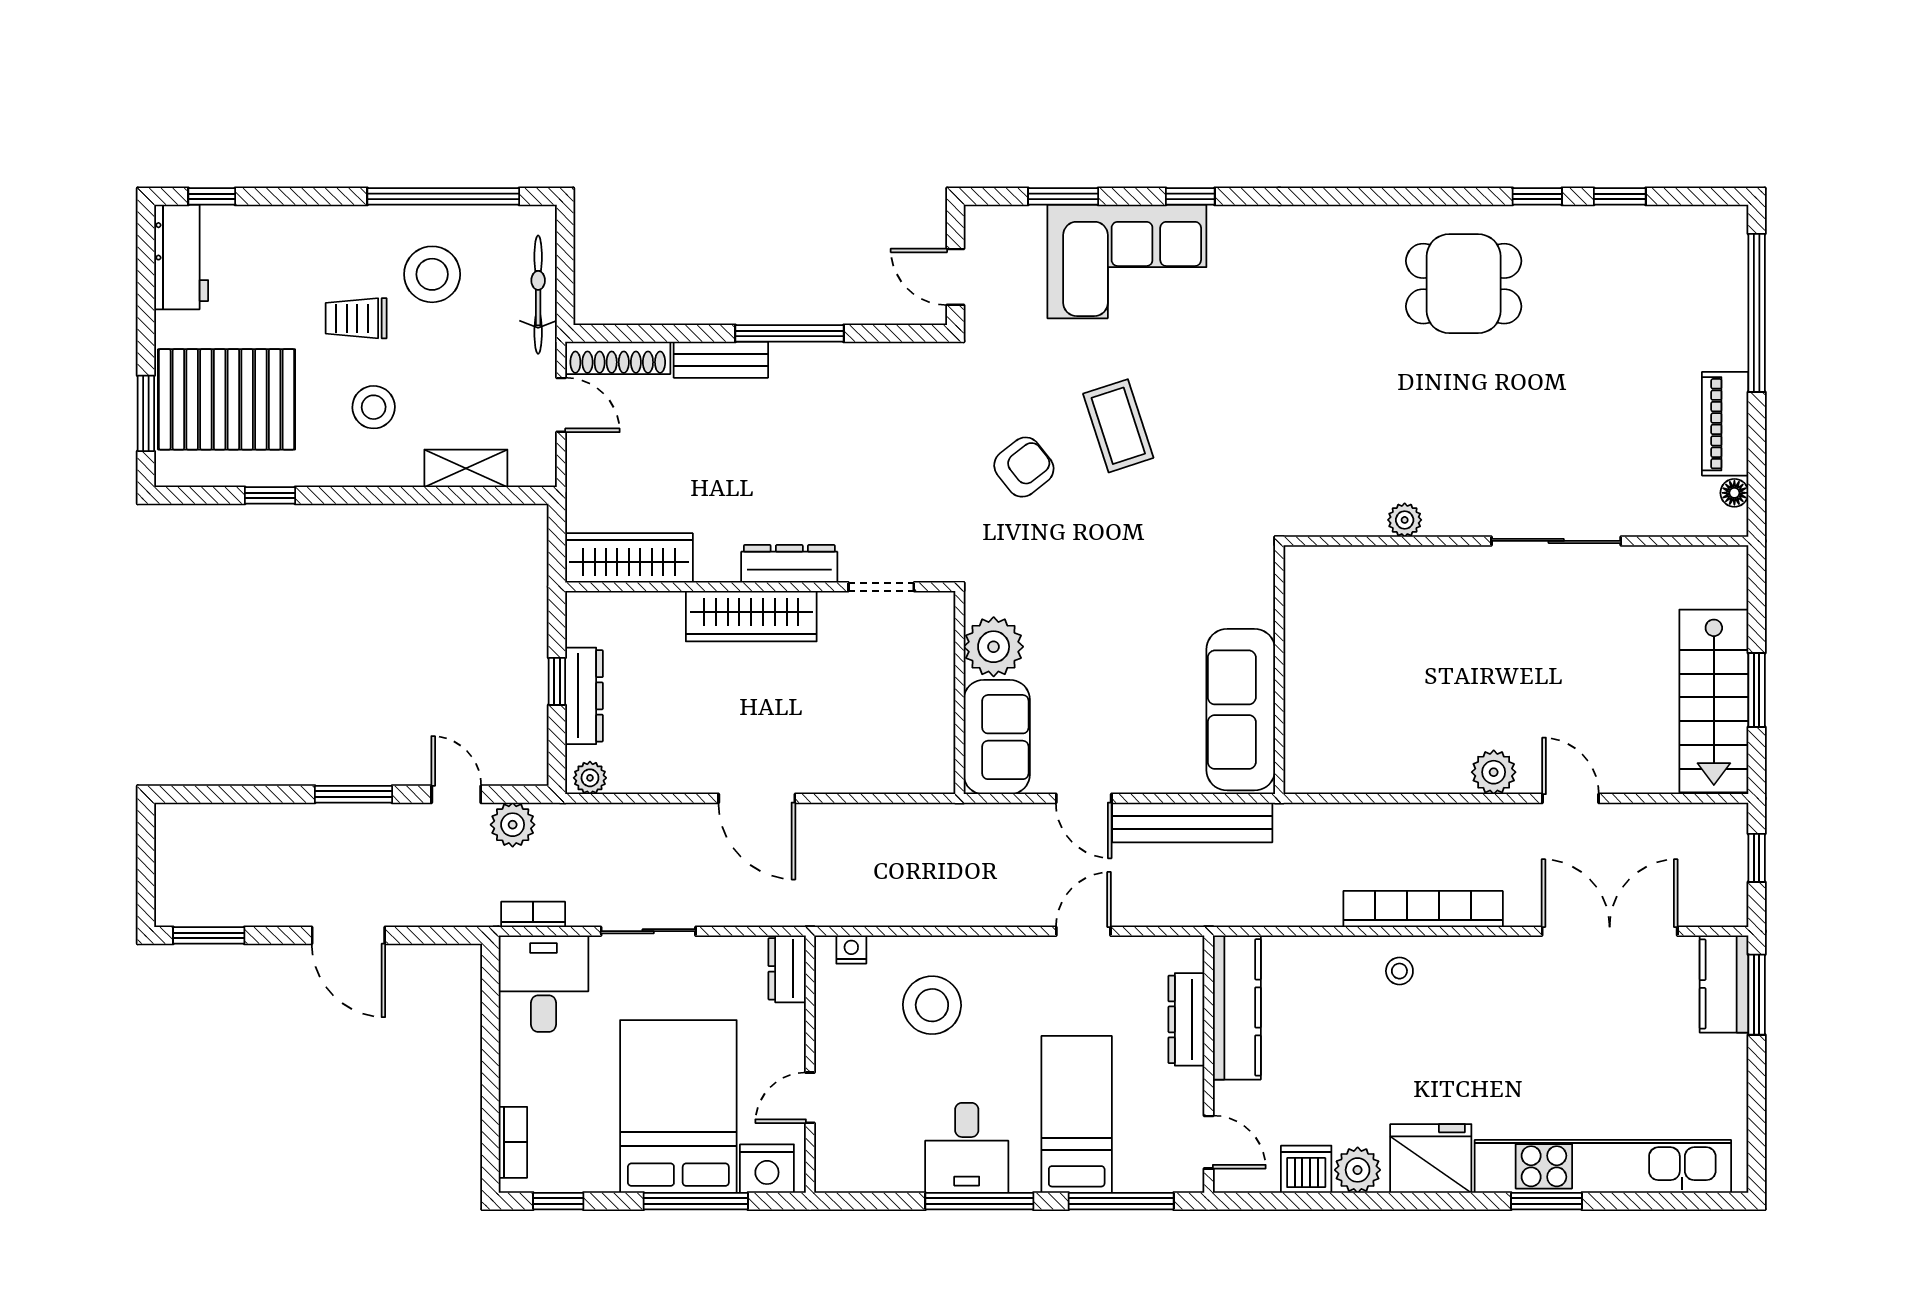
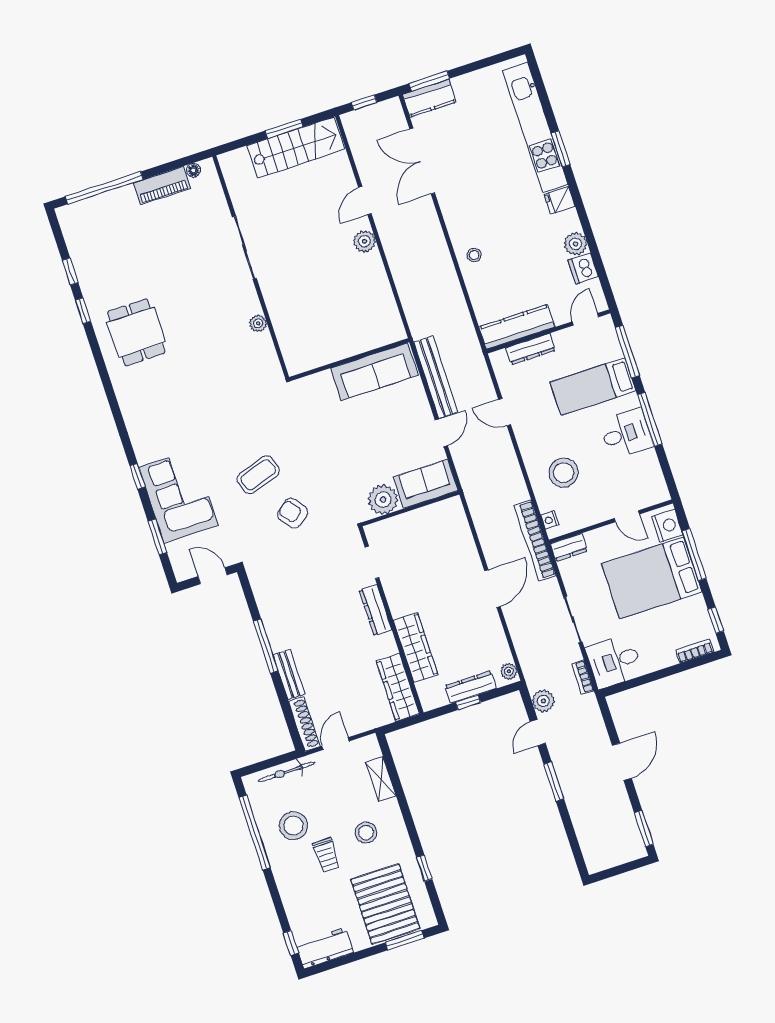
door: (955, 277) -> (213, 576), swing flipped
wardrobe: (751, 616) -> (416, 647), moved
bookcase: (1423, 909) -> (535, 540), moved
fridge: (1431, 1158) -> (560, 200), width x0.53, depth x0.75

